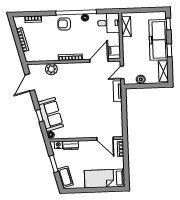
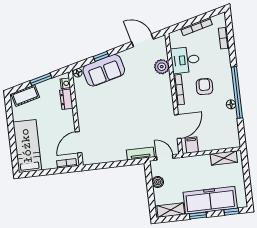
desk: (109, 23) -> (185, 60), moved, turned 90
armchair: (64, 24) -> (204, 87), moved
door: (99, 60) -> (178, 127), hinge flipped

